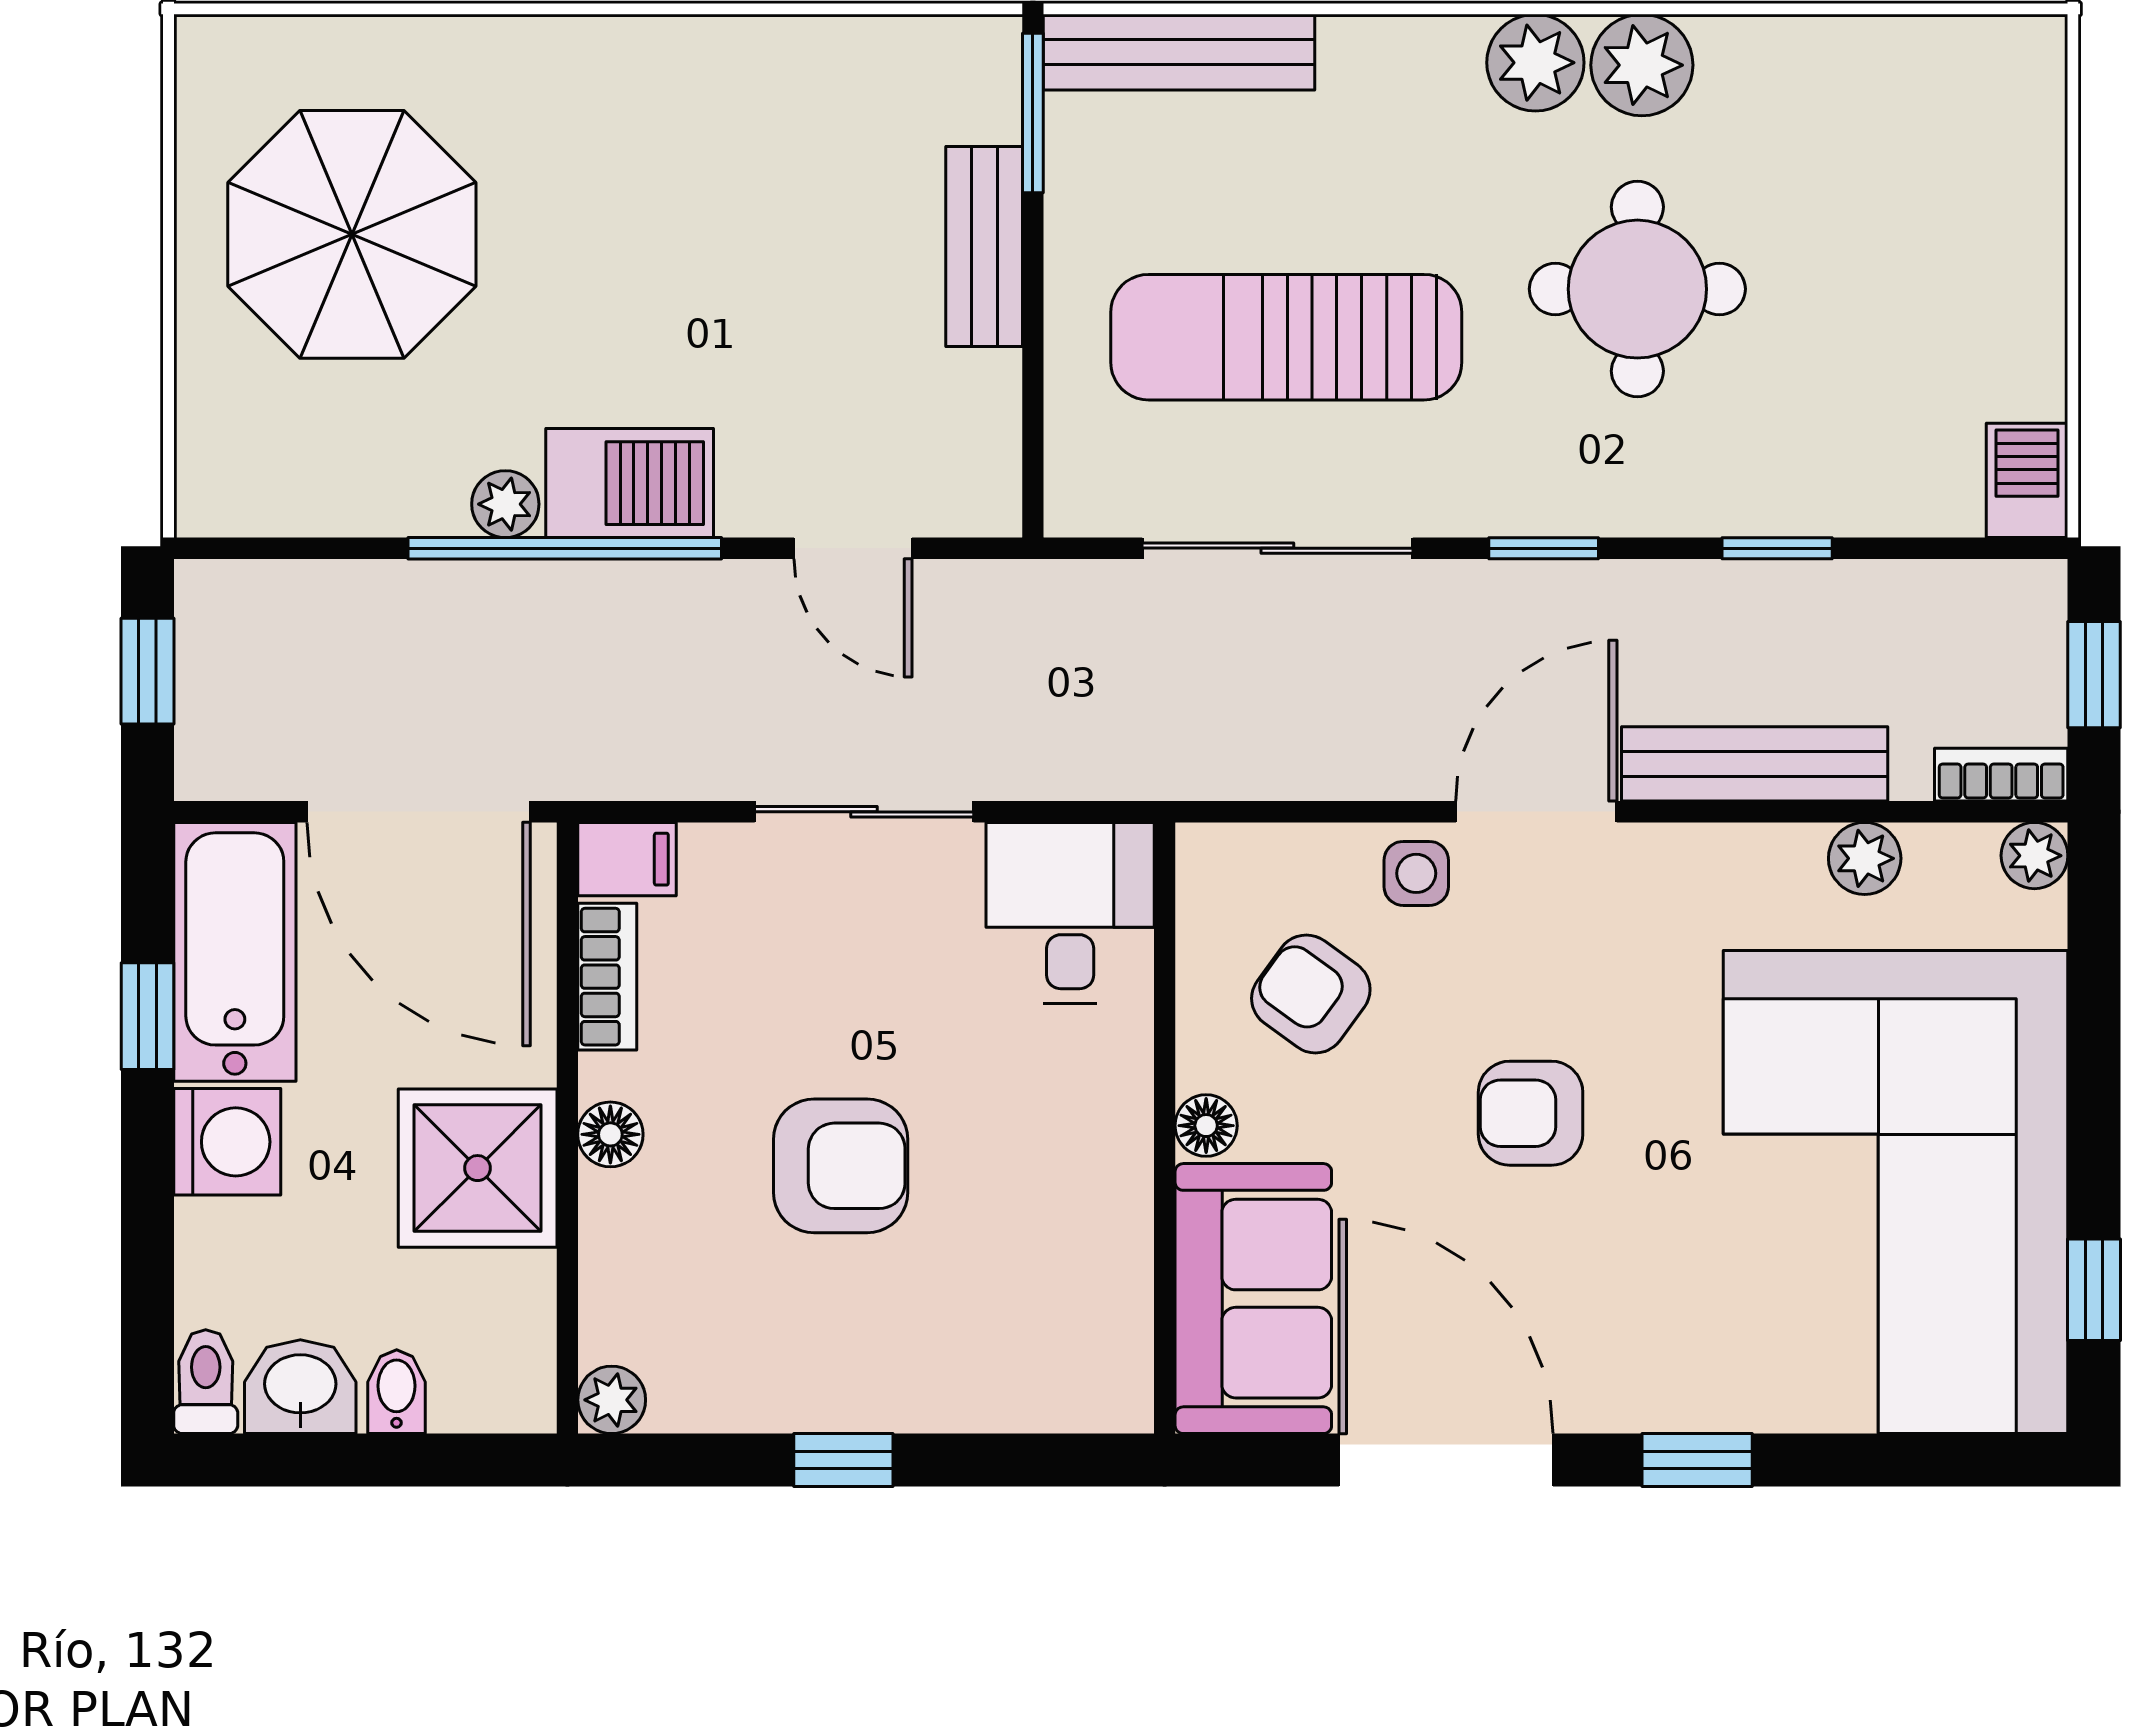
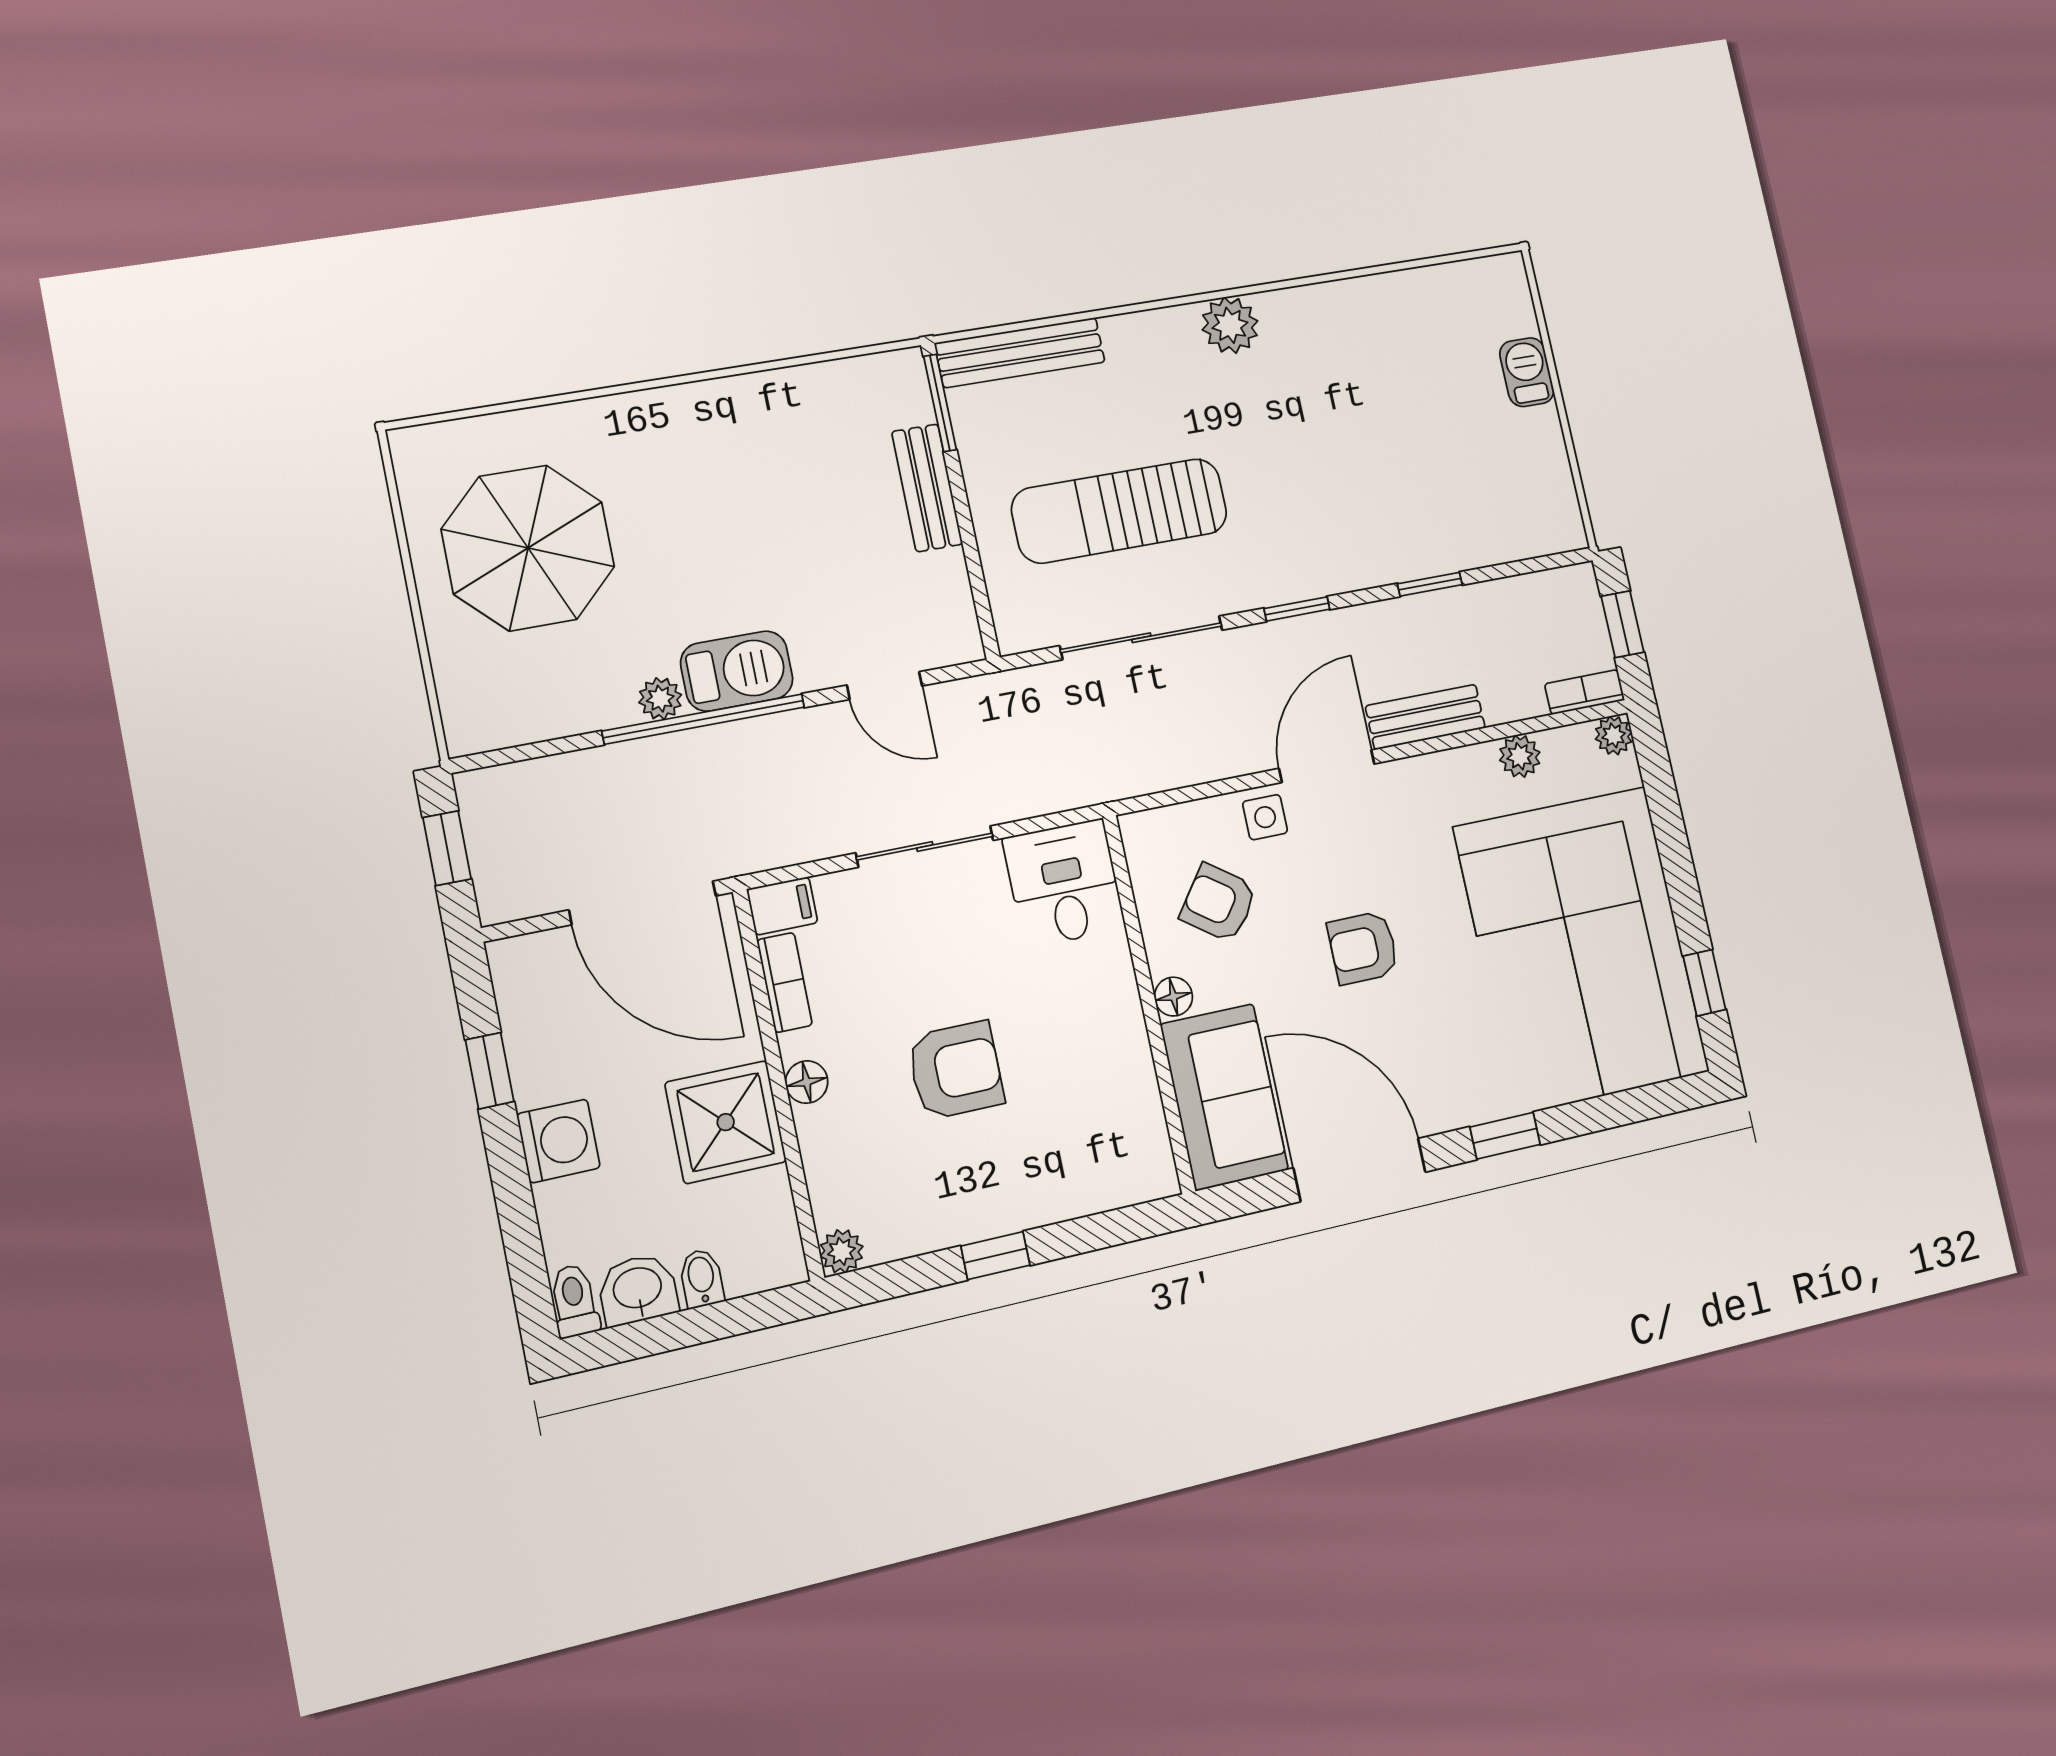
plant: (1642, 65) -> (1291, 317), removed
round table: (1637, 289) -> (1317, 447), removed
barbecue: (2027, 480) -> (1527, 372), moved
bench: (1755, 764) -> (1425, 717), width x0.73
bathtub: (235, 952) -> (540, 1017), removed

